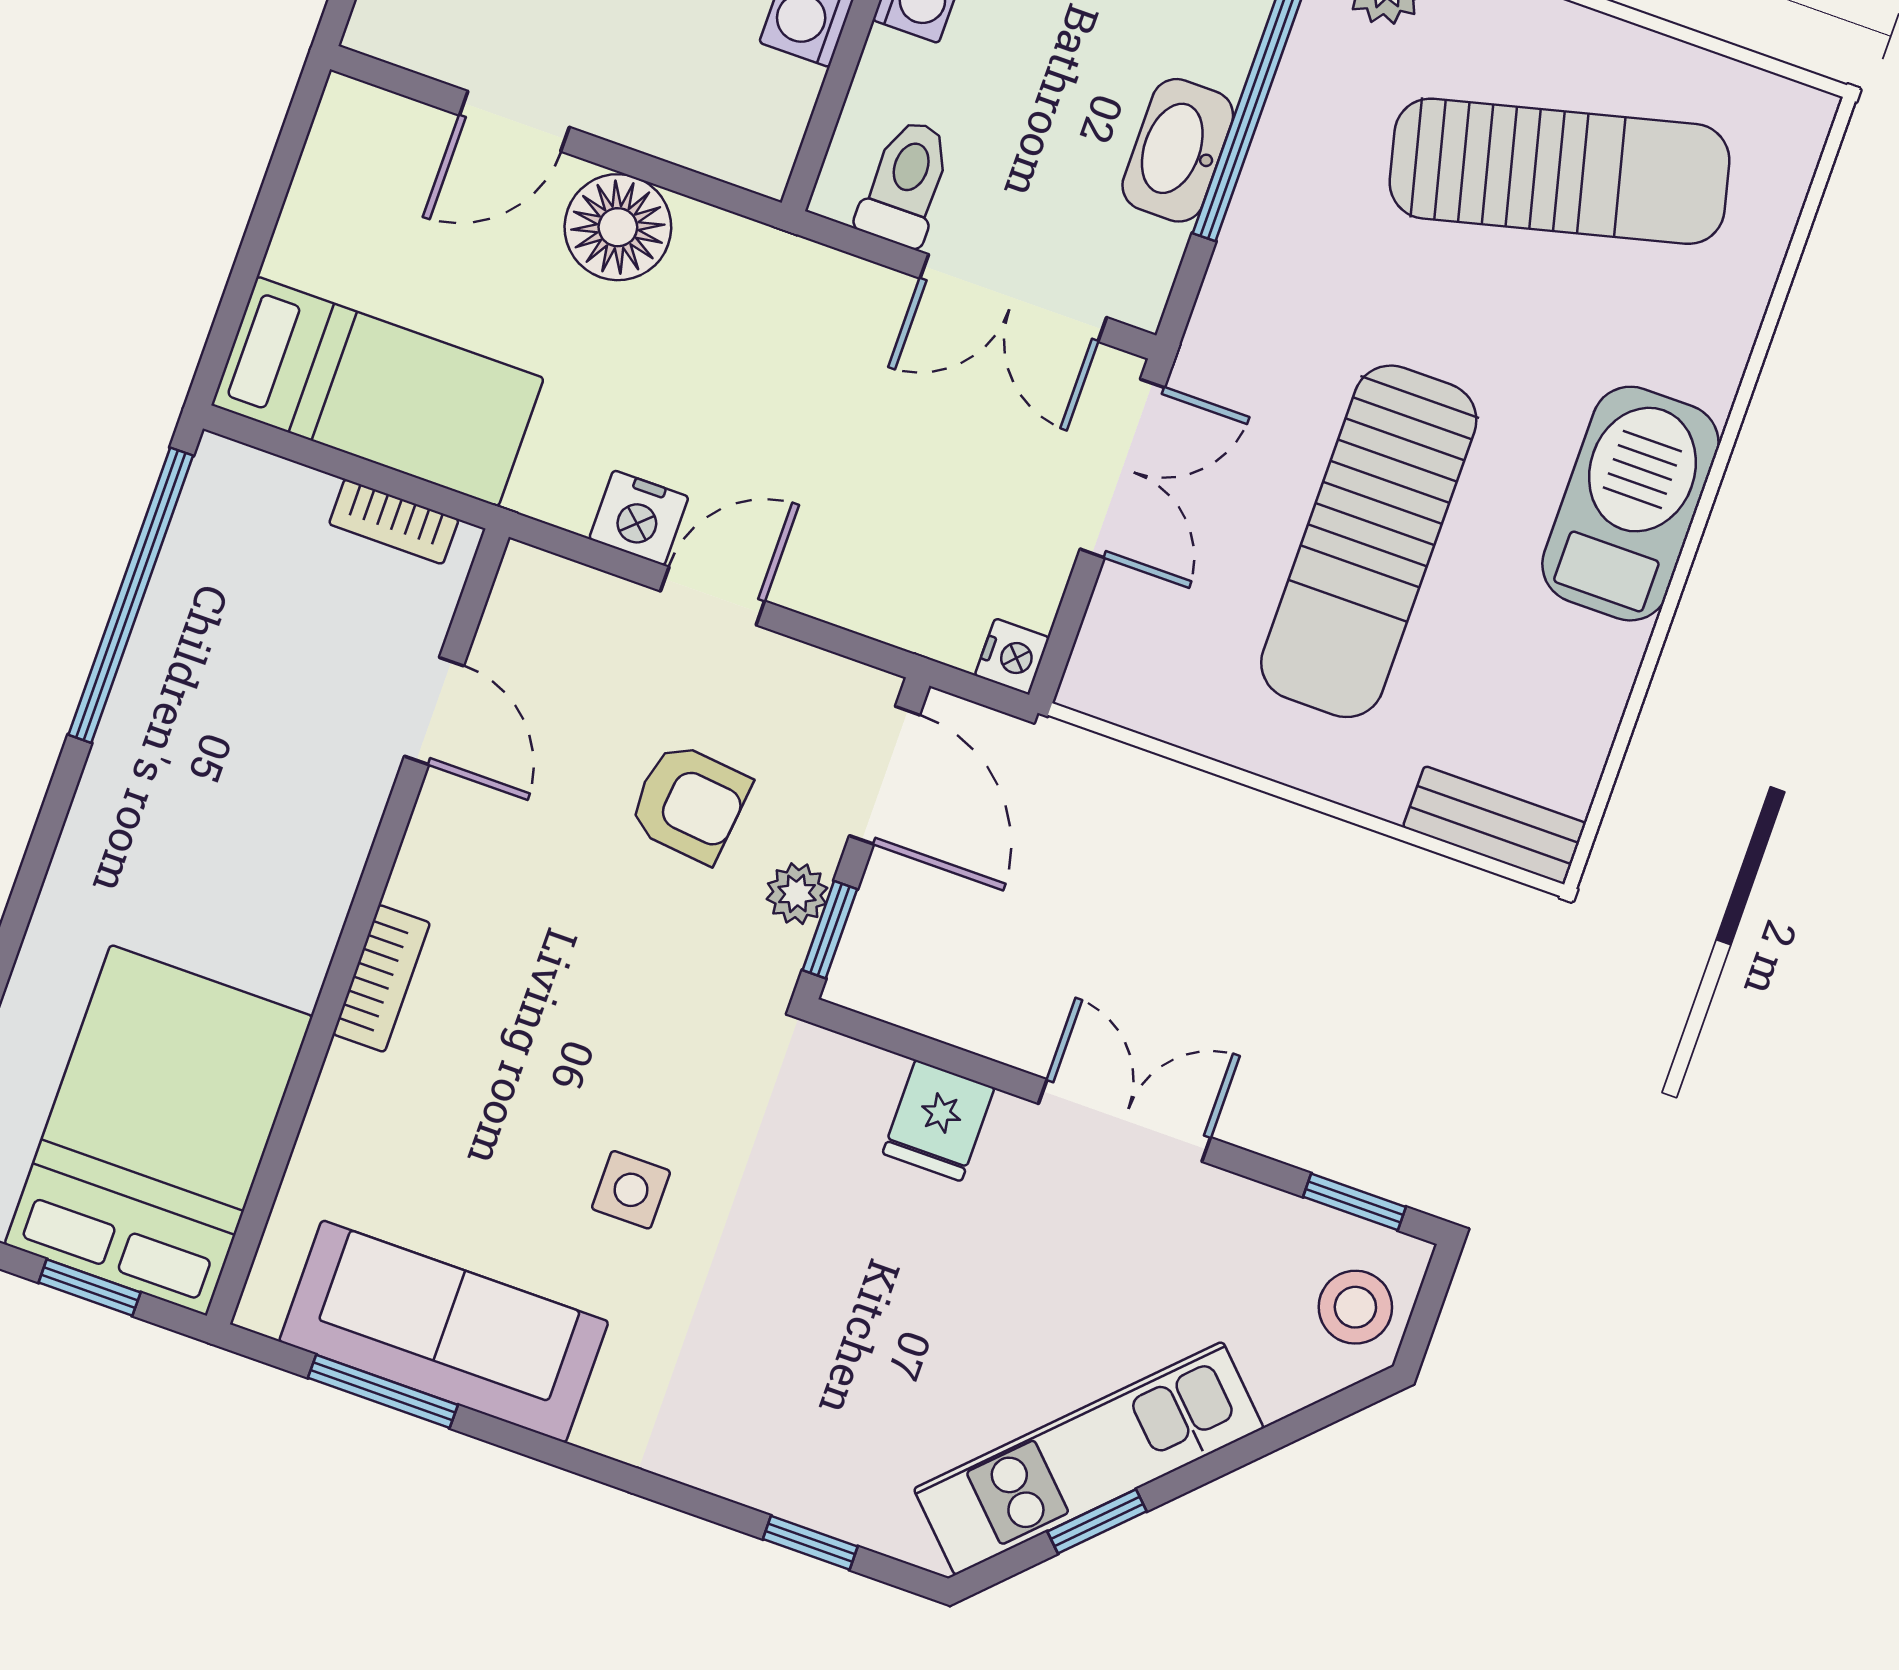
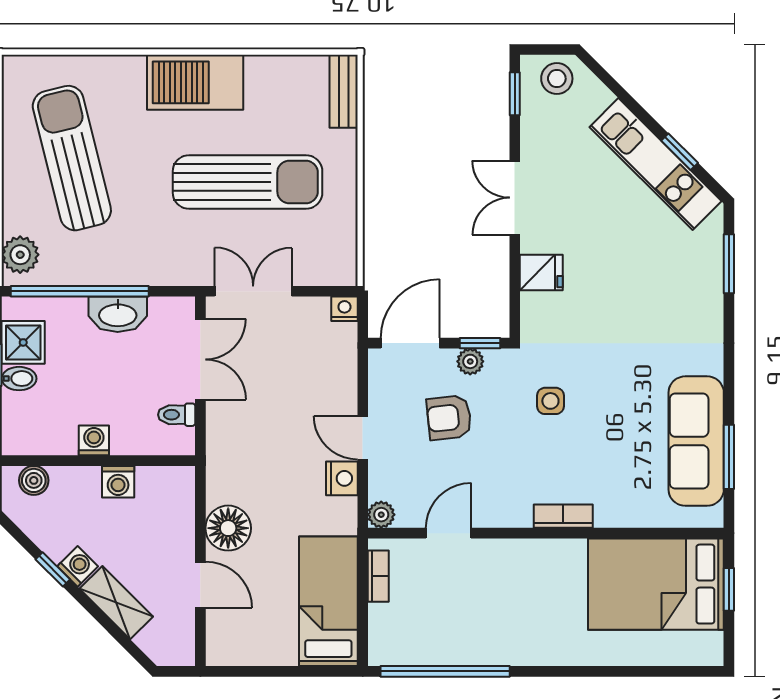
toilet: (905, 183) -> (177, 415), width x0.73, depth x0.72
plant: (528, 576) -> (381, 515), added
armchair: (689, 803) -> (449, 418), turned -102
side table: (631, 1190) -> (550, 401), moved
window: (810, 1543) -> (729, 264), width x1.50

